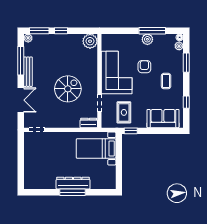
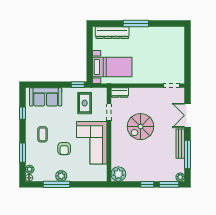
dresser: (73, 183) -> (112, 33), moved

